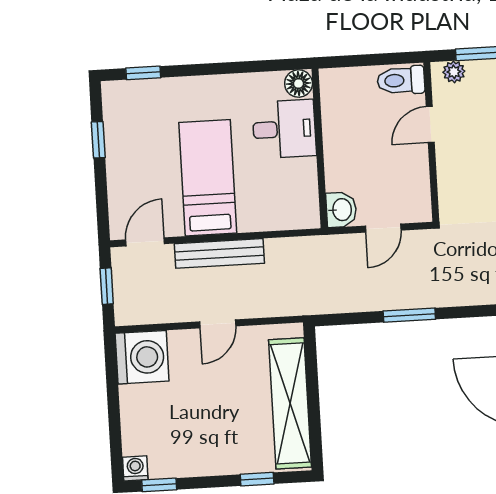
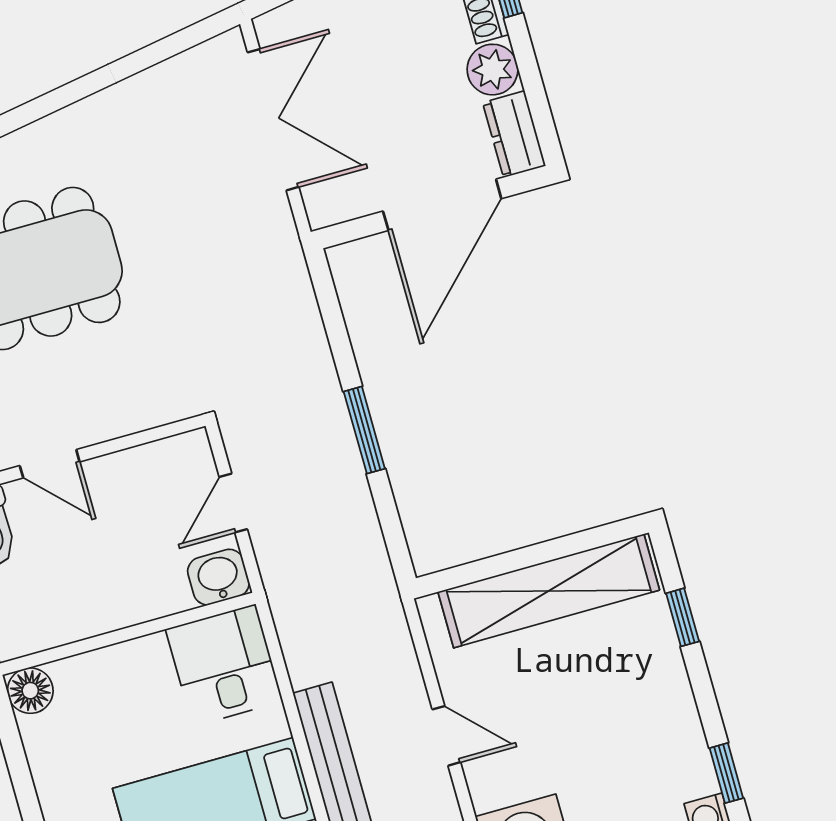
desk: (284, 129) -> (224, 665), moved
door: (383, 228) -> (233, 503), swing flipped

